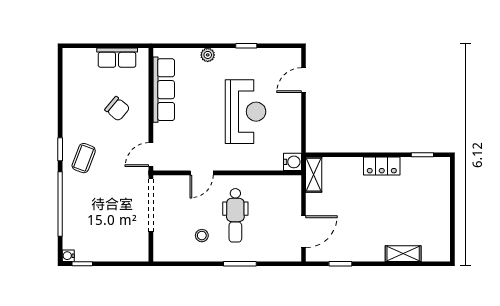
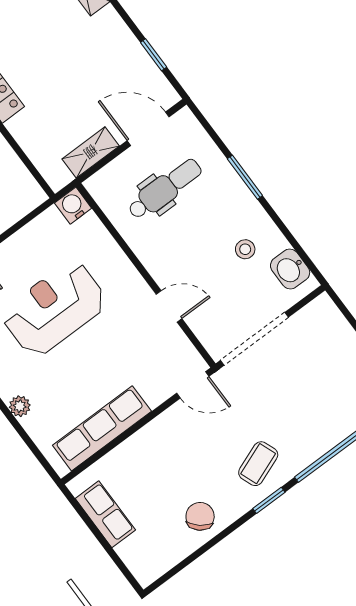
chair: (117, 109) -> (200, 516), moved
coffee table: (84, 158) -> (258, 464), turned -42
shelving: (314, 175) -> (91, 152), moved
dental chair: (235, 215) -> (165, 189), moved
washbasin: (174, 251) -> (290, 269), added

